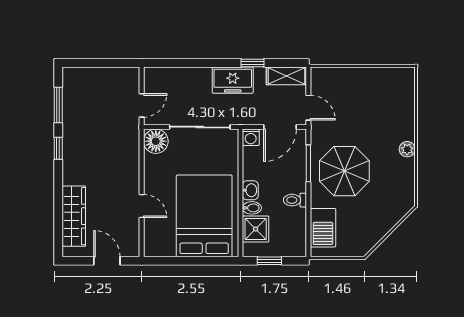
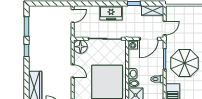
freezer: (233, 80) -> (111, 13), moved
door: (142, 105) -> (73, 16), moved
door: (308, 108) -> (165, 28), hinge flipped
door: (142, 206) -> (73, 71), moved

